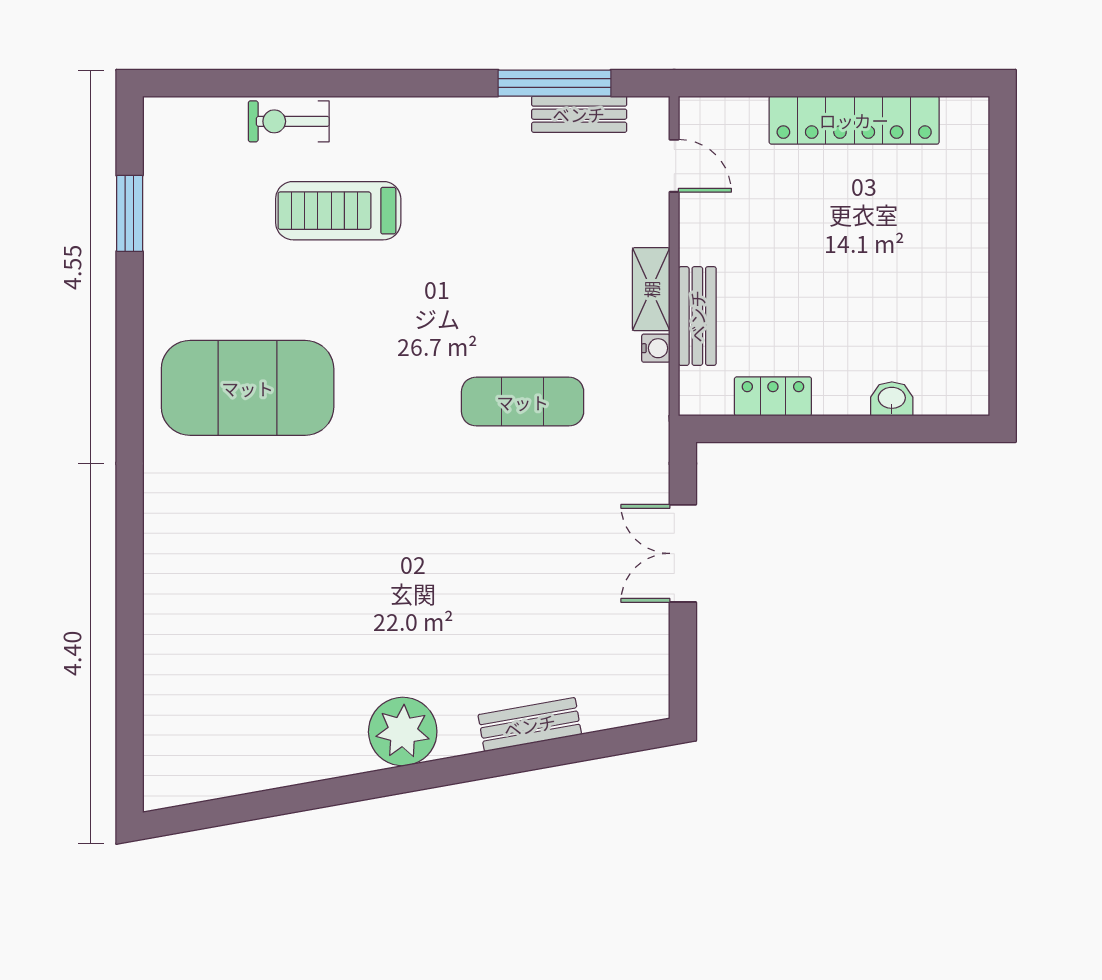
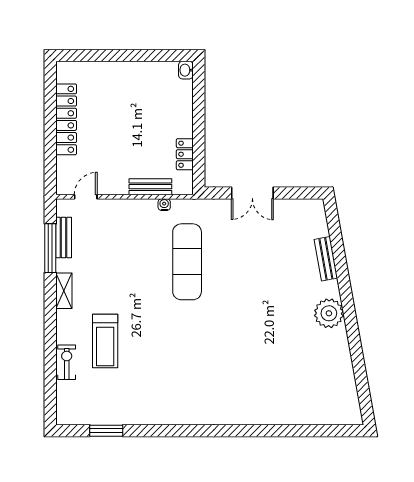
exercise bike: (289, 121) -> (67, 362), turned 180
shelving: (651, 289) -> (64, 291), moved, turned 90
exercise mat: (248, 388) -> (181, 380), removed
washbasin: (892, 399) -> (186, 70), moved
exercise mat: (523, 402) -> (187, 262), width x1.36, depth x1.45

